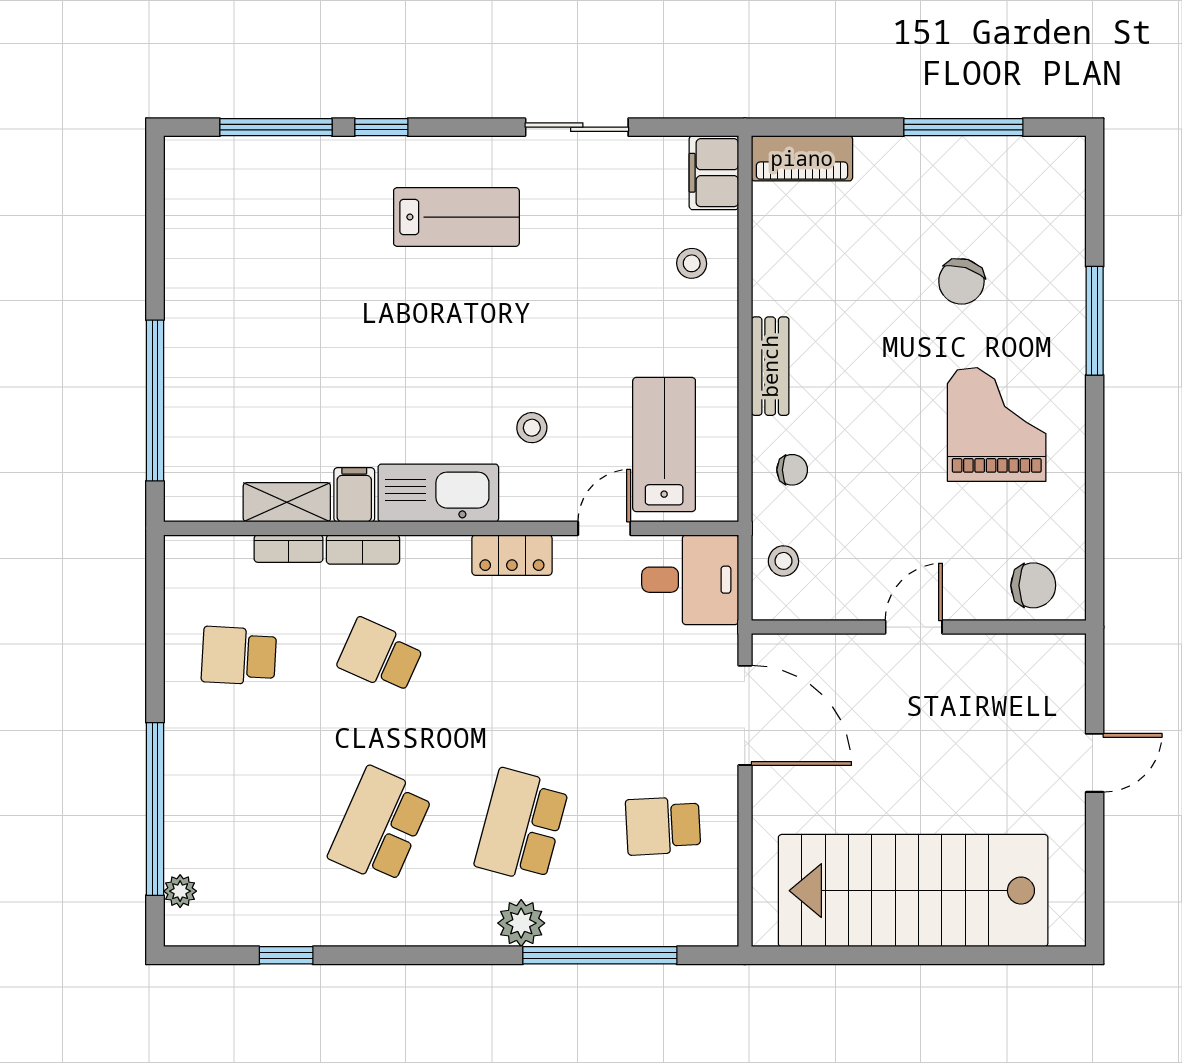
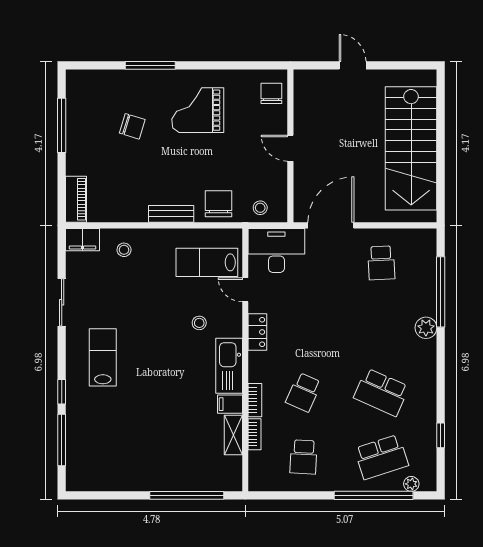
chair: (792, 470) -> (218, 204), width x1.87, depth x1.87
desk: (690, 580) -> (276, 250), width x1.37
school desk: (522, 826) -> (381, 457), moved, turned -33

